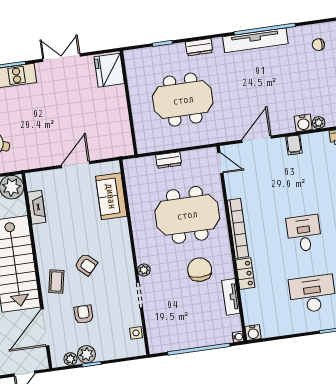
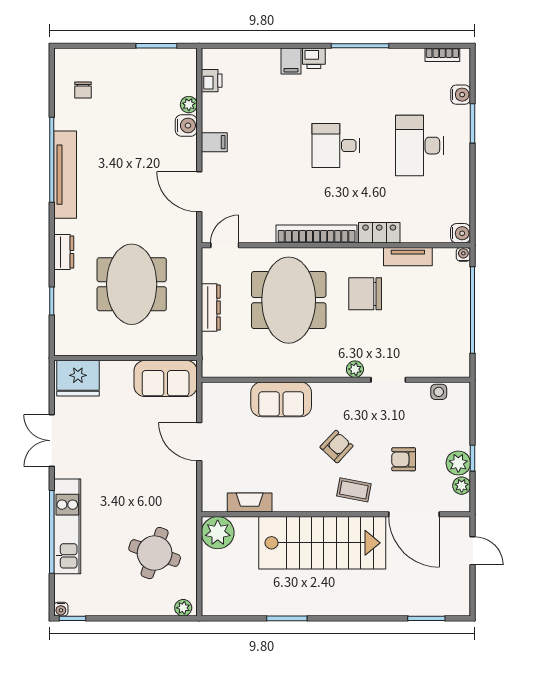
sofa: (118, 134) -> (166, 378), added
dresser: (169, 160) -> (211, 308), width x1.44
sofa: (111, 196) -> (281, 399), moved

